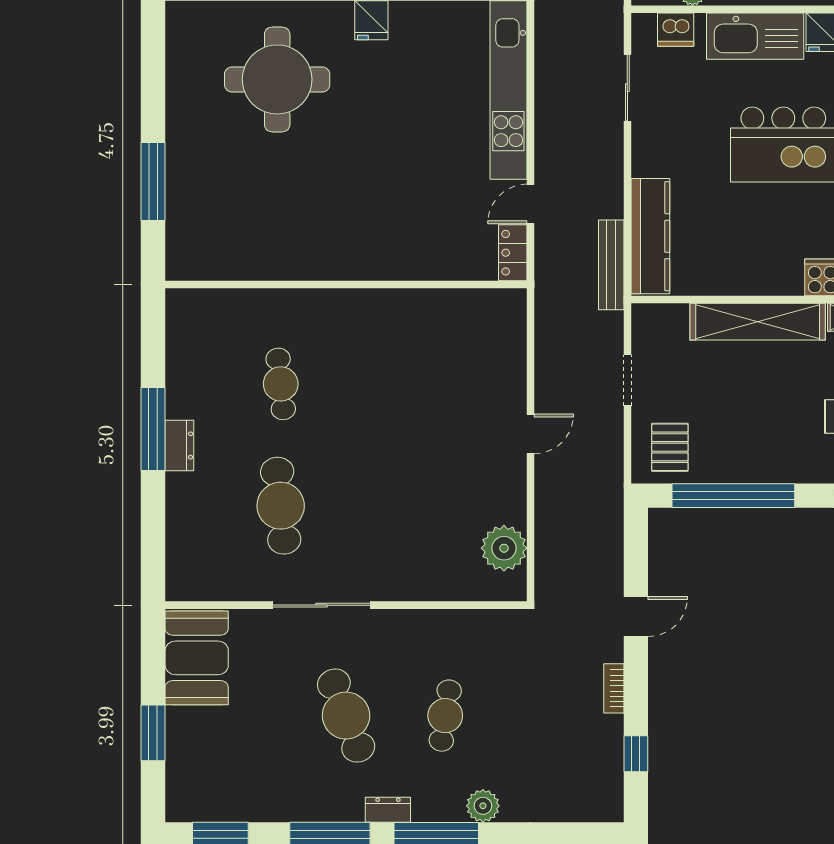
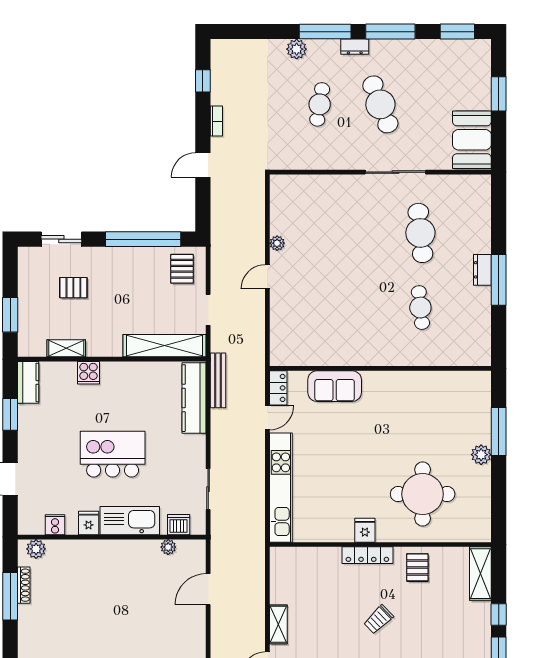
plant: (182, 144) -> (481, 455), added
sofa: (421, 256) -> (335, 386), added
shelving: (758, 322) -> (164, 346), moved
plant: (504, 548) -> (277, 243), moved, width x0.53, depth x0.53

